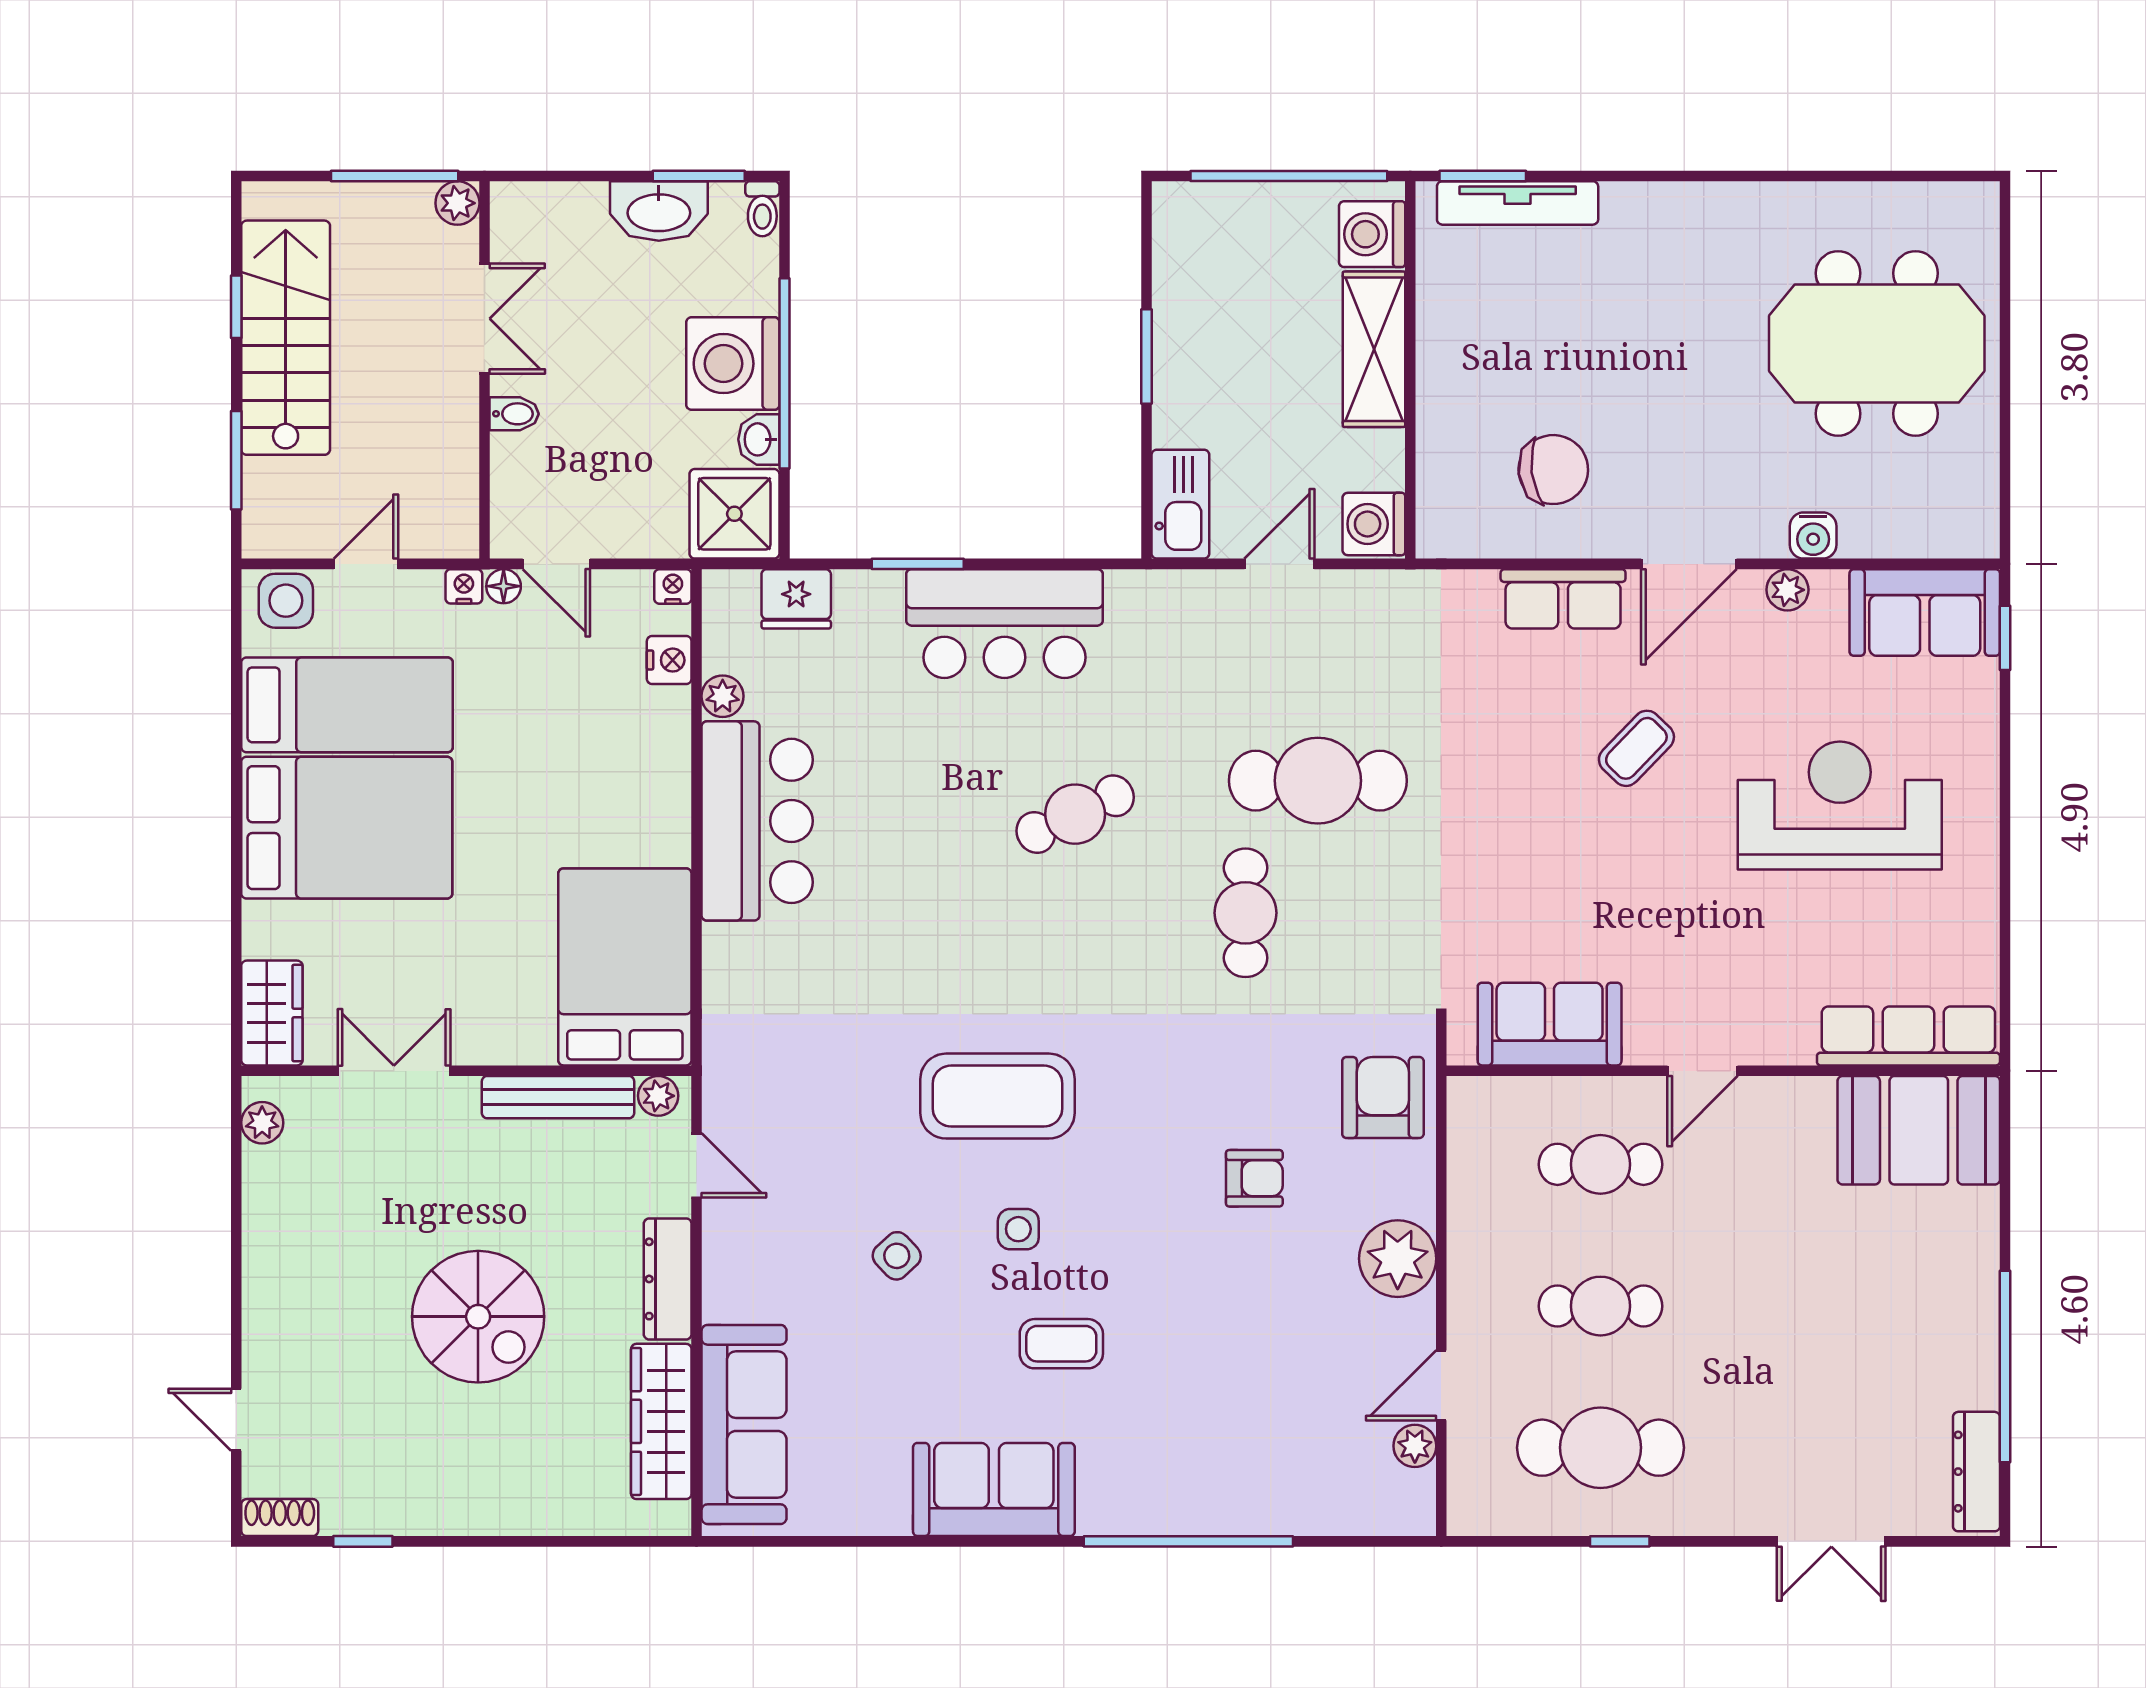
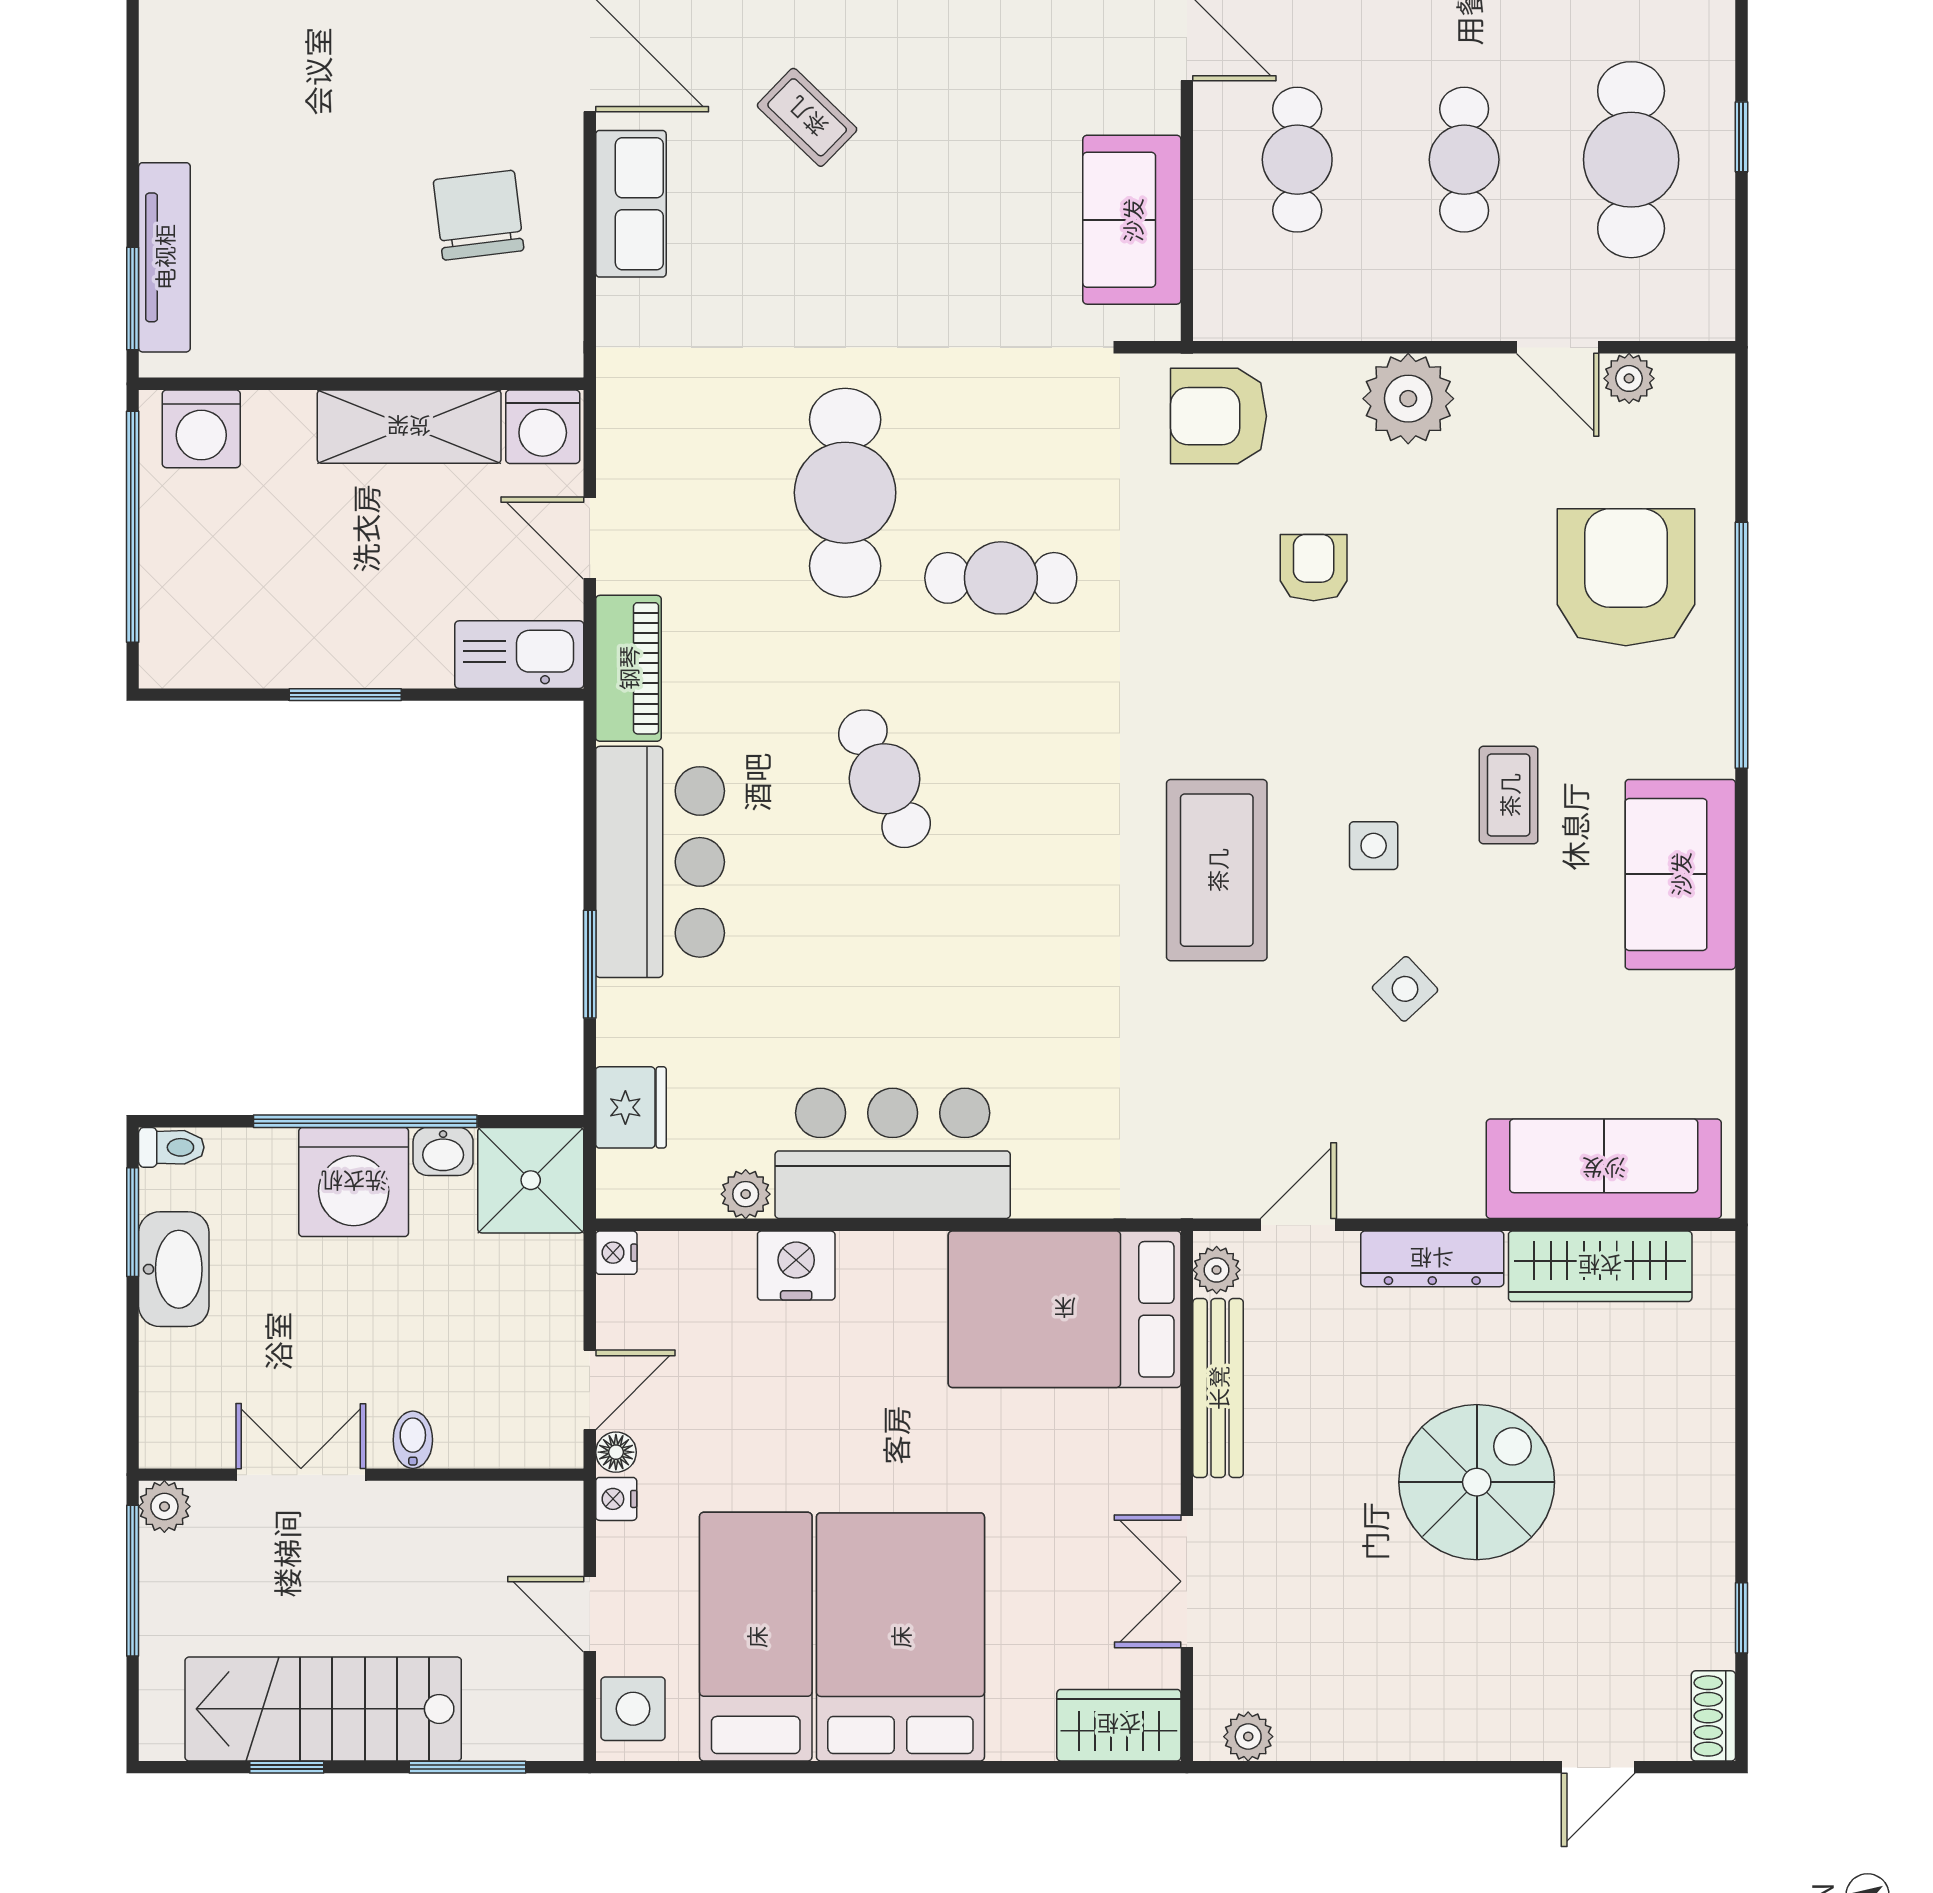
shelving: (1374, 349) -> (409, 427), moved
piano: (1169, 597) -> (628, 668), added
nightstand: (669, 660) -> (796, 1266), moved, width x1.36, depth x1.33
armchair: (1246, 1443) -> (1626, 577), added

